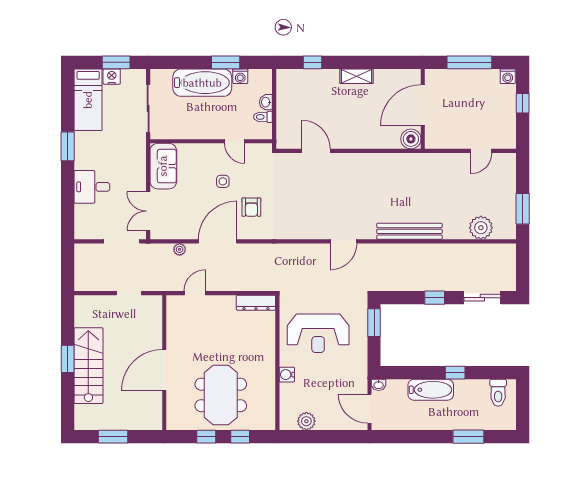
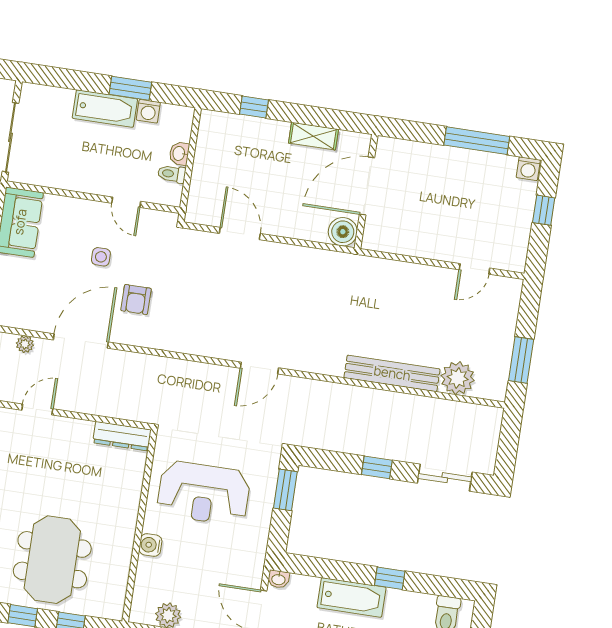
bathtub: (202, 83) -> (105, 109), width x0.73, depth x0.73
door: (423, 105) -> (367, 186), moved
wall: (423, 109) -> (366, 192), moved
boiler: (411, 139) -> (343, 232), moved
bench: (409, 231) -> (392, 373), moved

